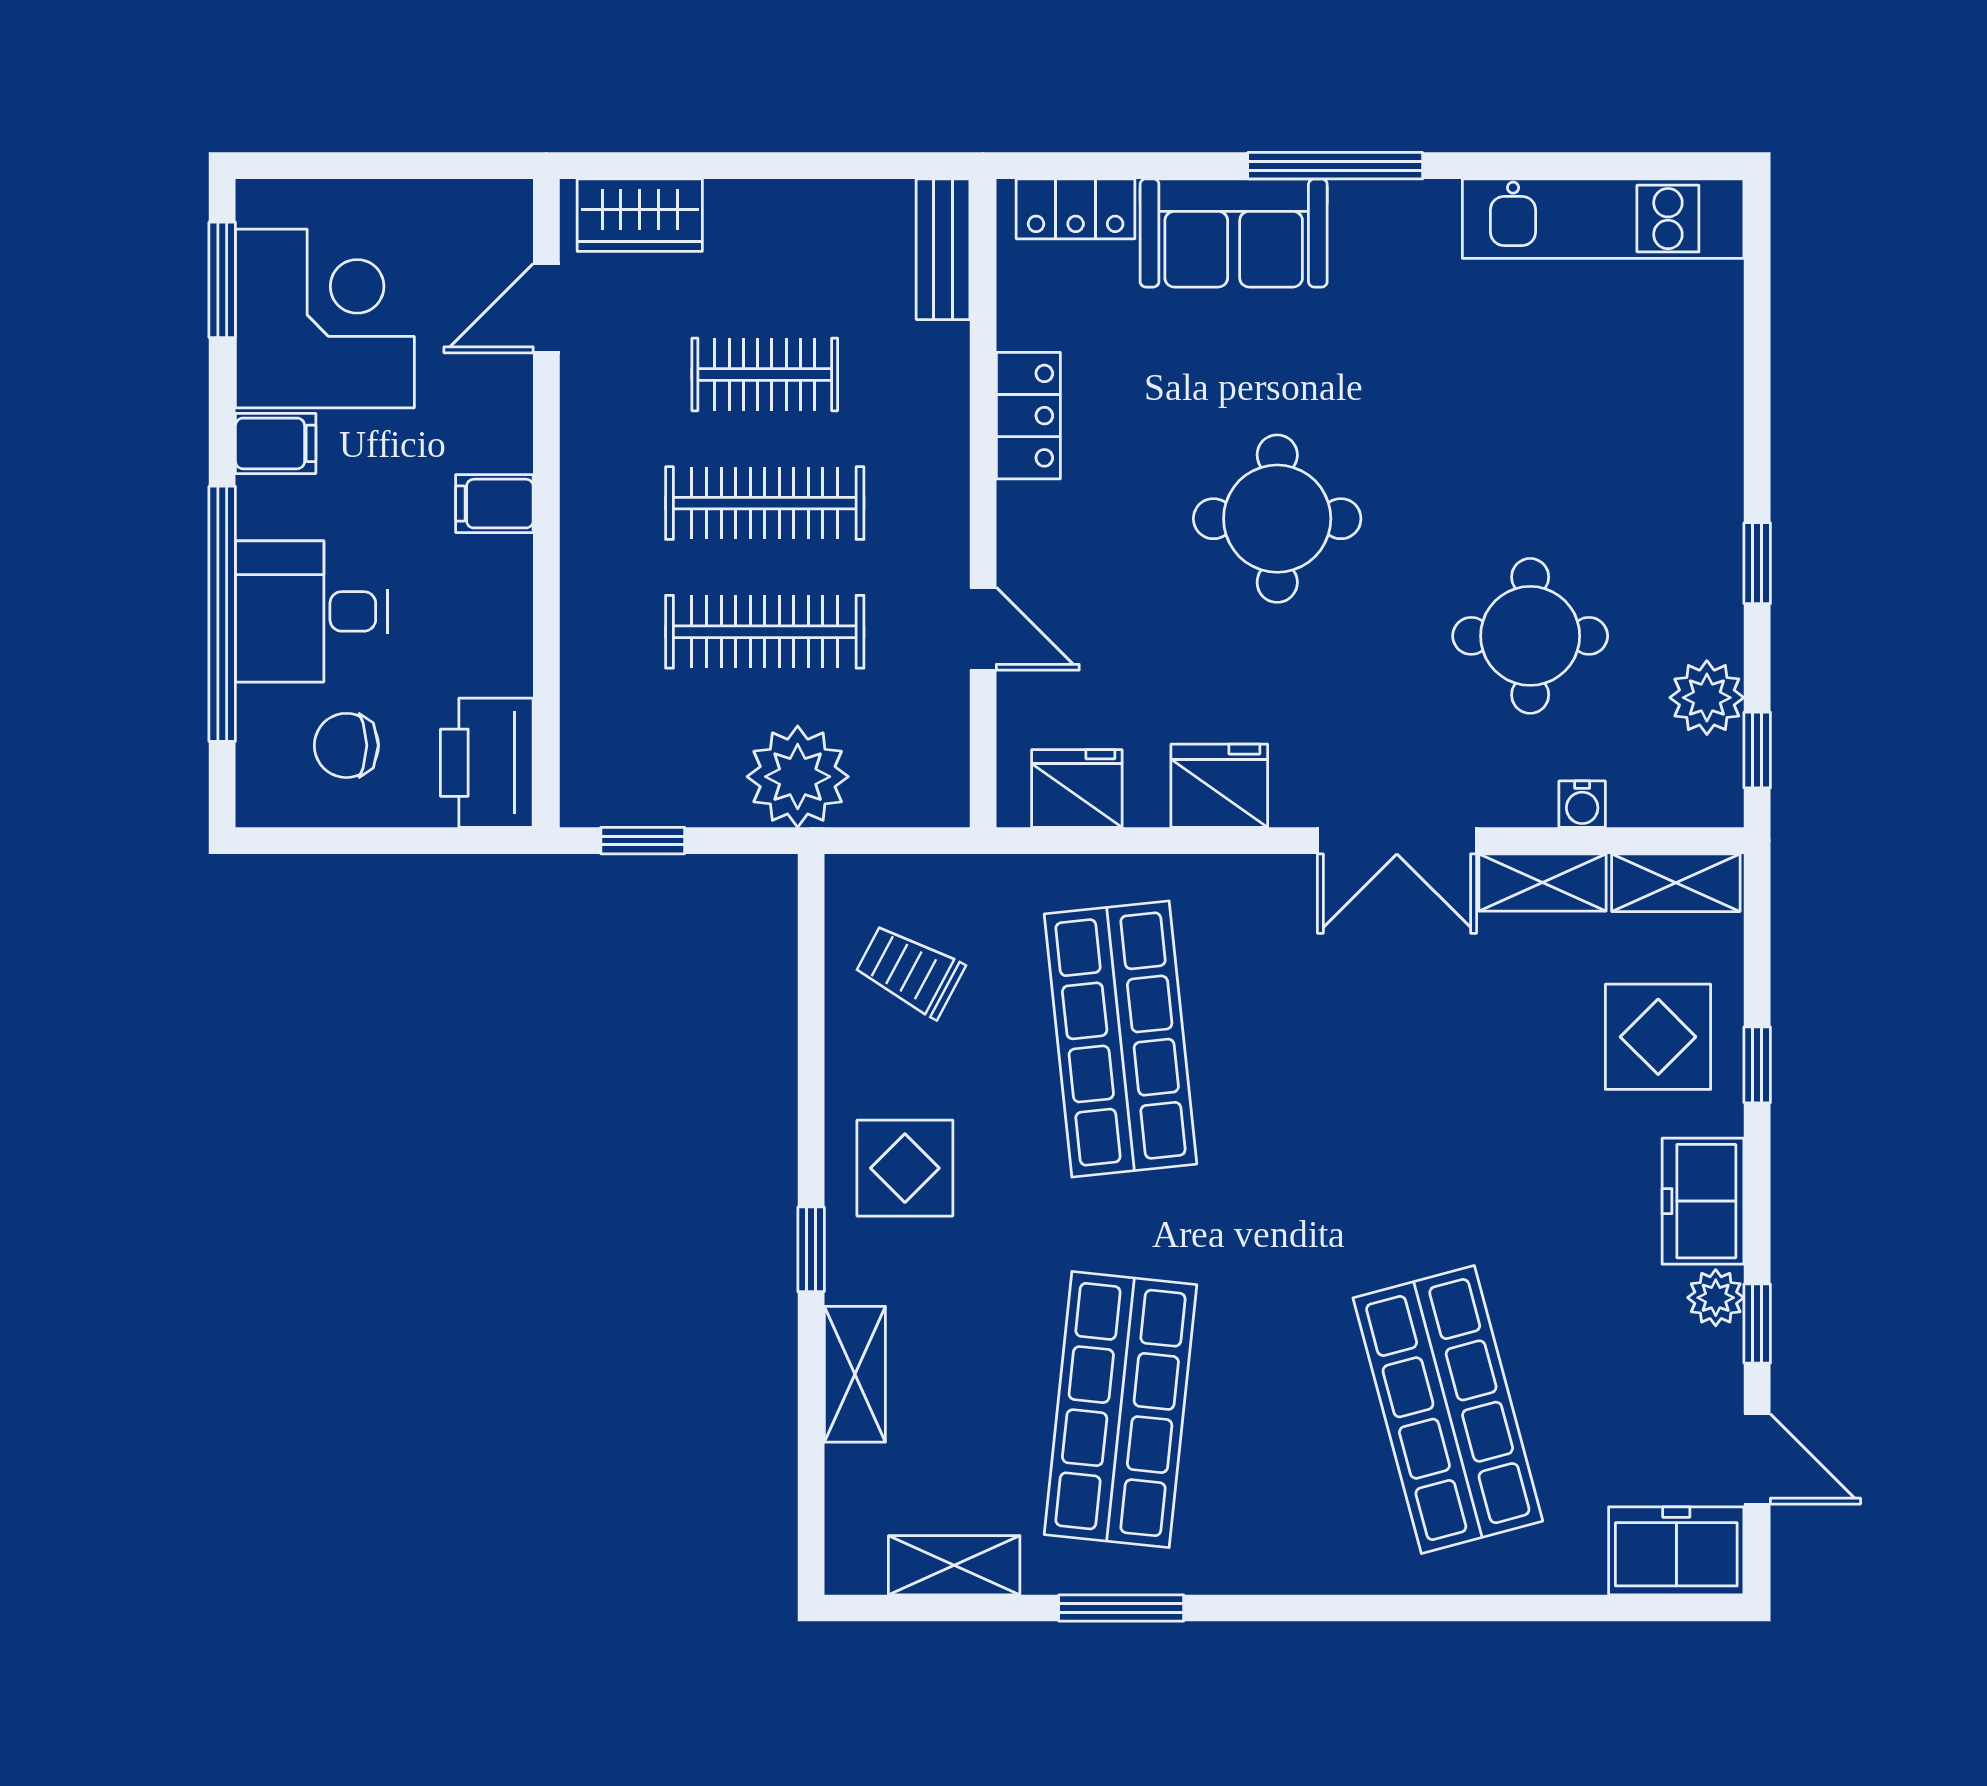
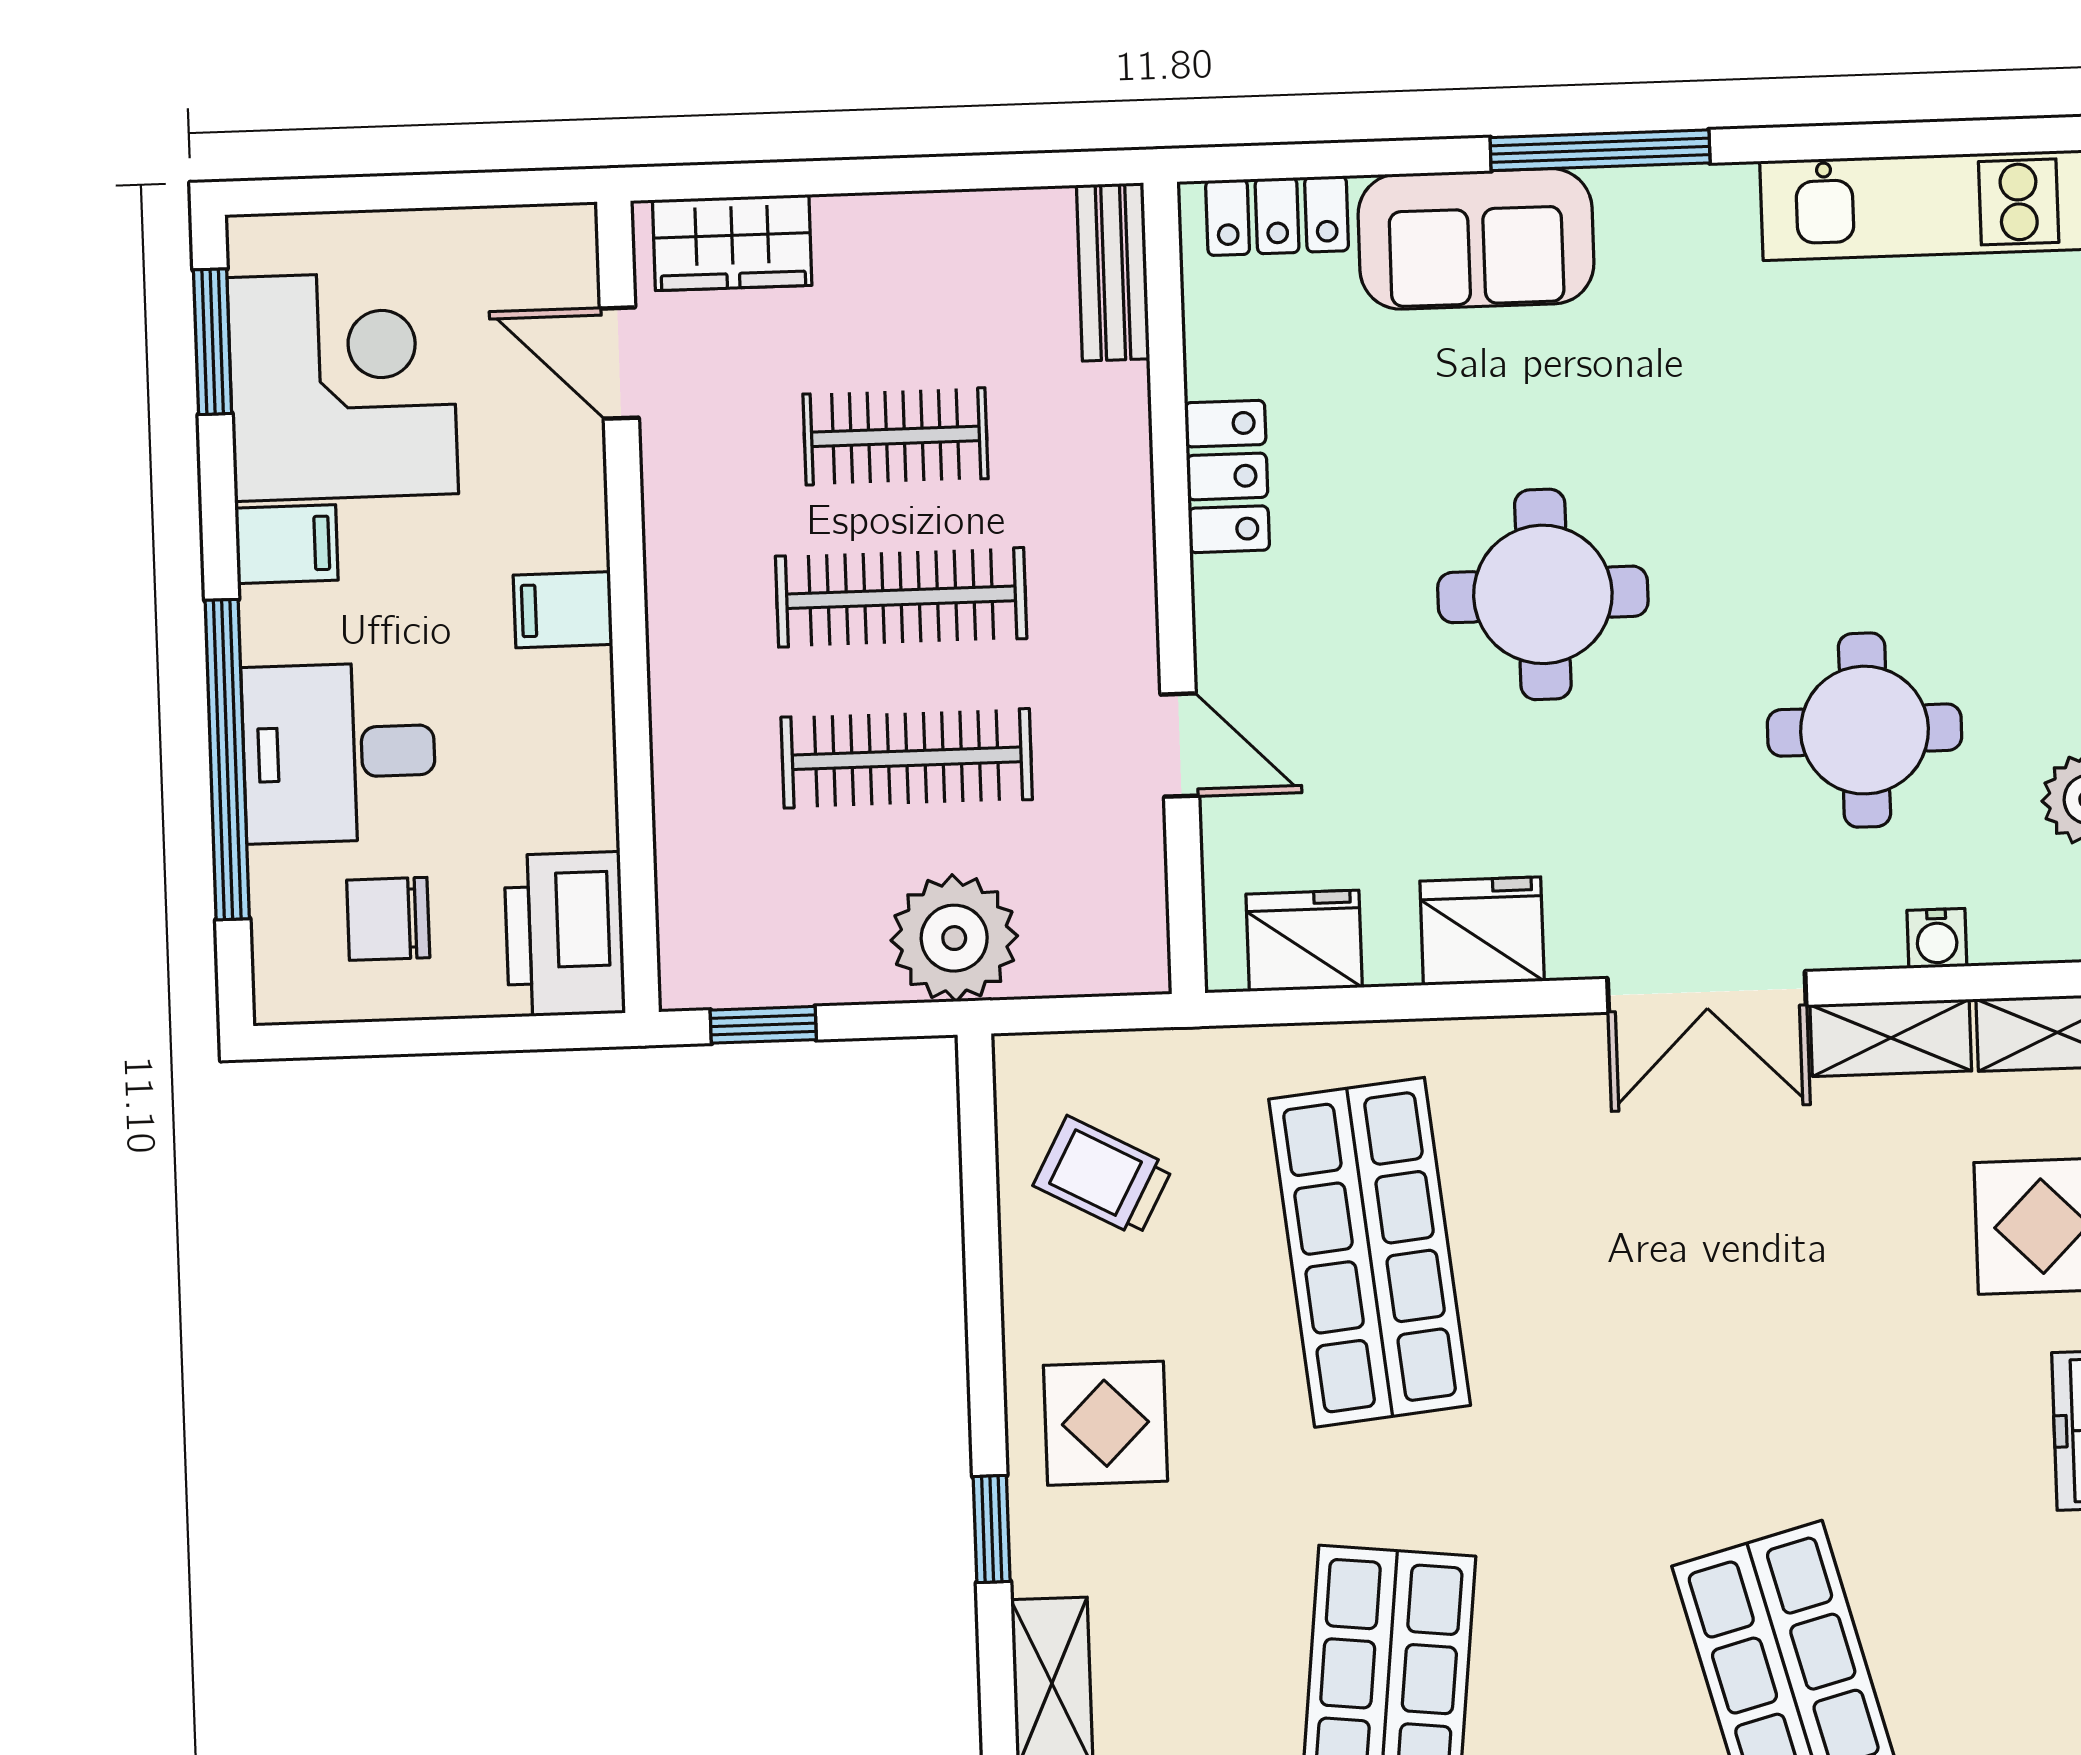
door: (546, 308) -> (619, 363), hinge flipped

